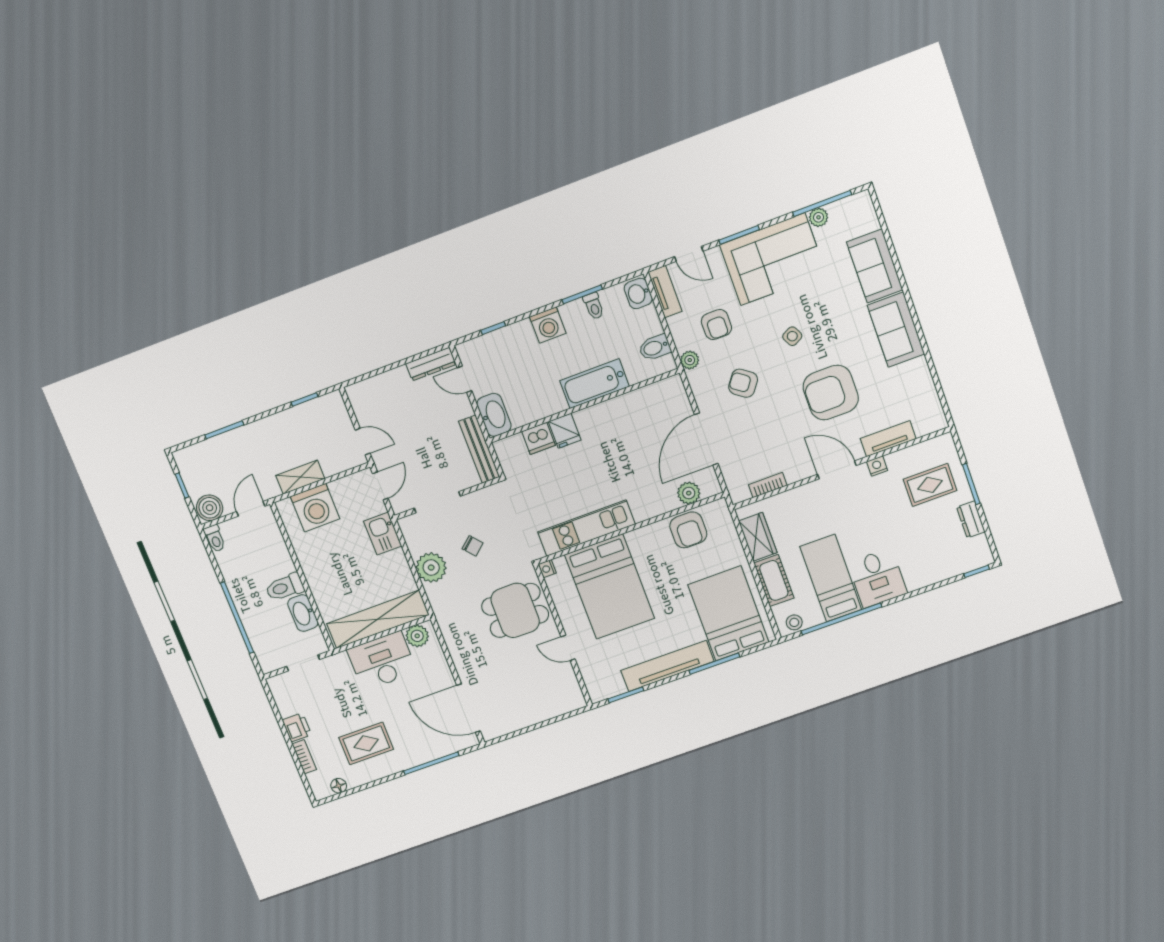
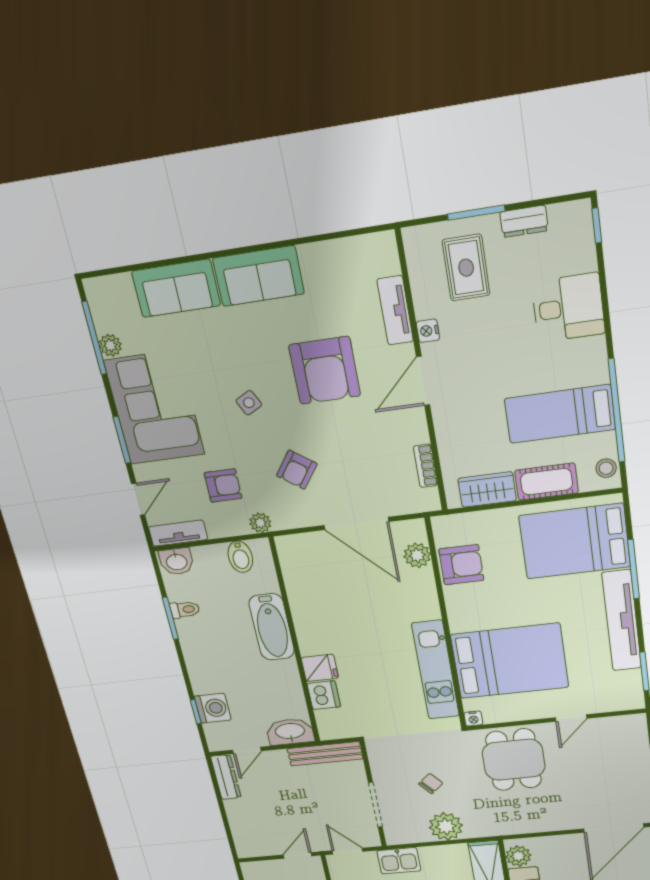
washing machine: (548, 325) -> (213, 708), moved
desk: (877, 578) -> (568, 308), moved

